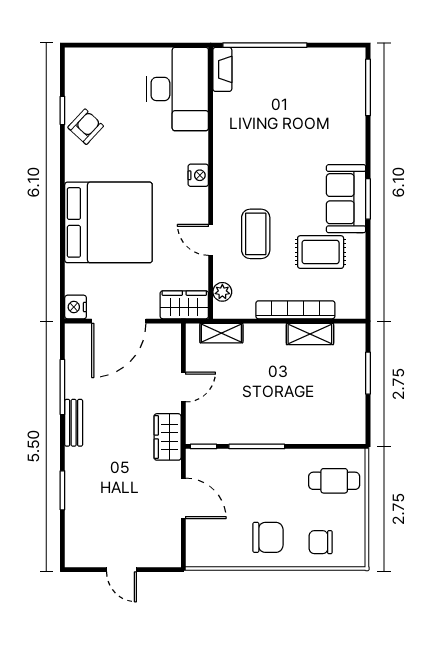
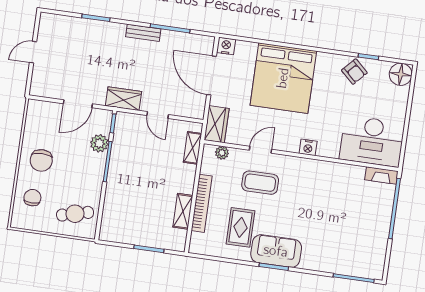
floor lamp: (80, 63) -> (401, 74), added
plant: (233, 461) -> (99, 143), added
cafe table: (334, 481) -> (75, 214), turned 76

